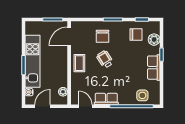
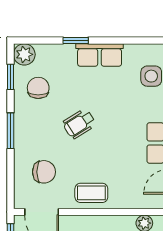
chair: (102, 36) -> (44, 172), moved
plant: (154, 40) -> (24, 54), moved
wheelchair: (105, 59) -> (79, 124), moved

